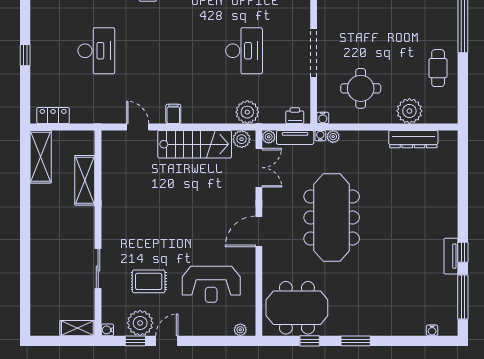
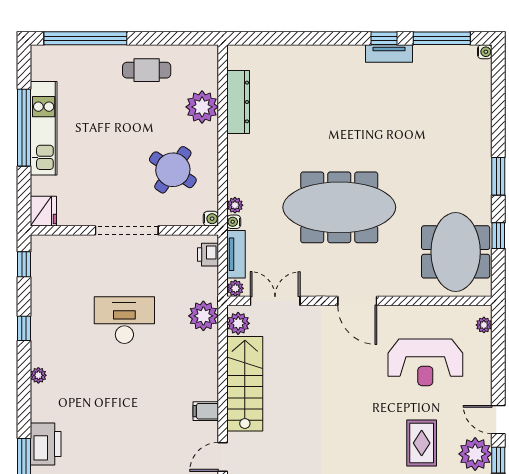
round table: (361, 88) -> (173, 170), turned 34
reception desk: (211, 284) -> (425, 362), turned 90
water cooler: (432, 330) -> (485, 52), moved

